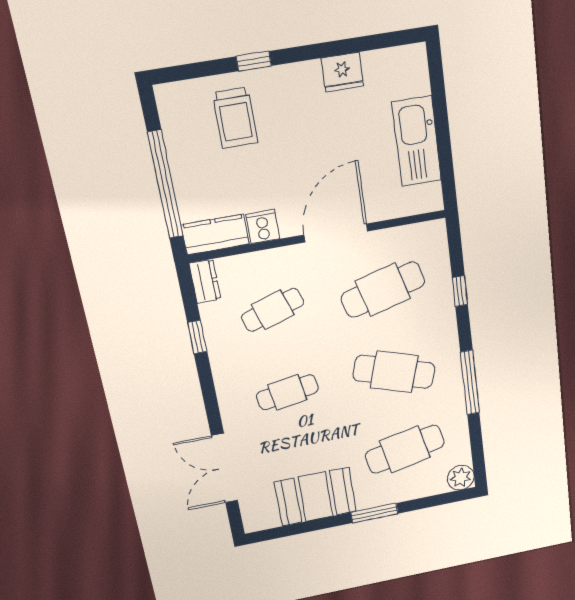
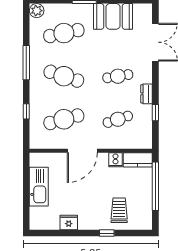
dresser: (205, 281) -> (147, 94), moved

